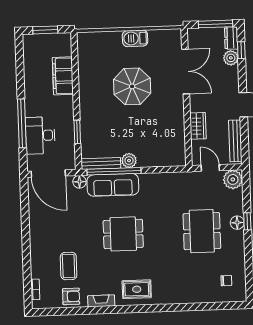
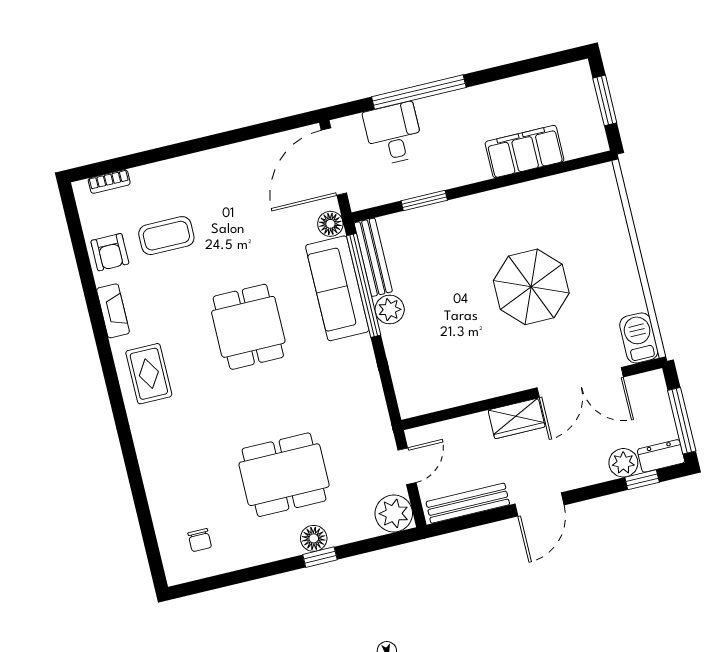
barbecue: (135, 38) -> (639, 338), moved
wardrobe: (198, 126) -> (517, 418), moved
desk: (40, 135) -> (393, 134), width x0.73

